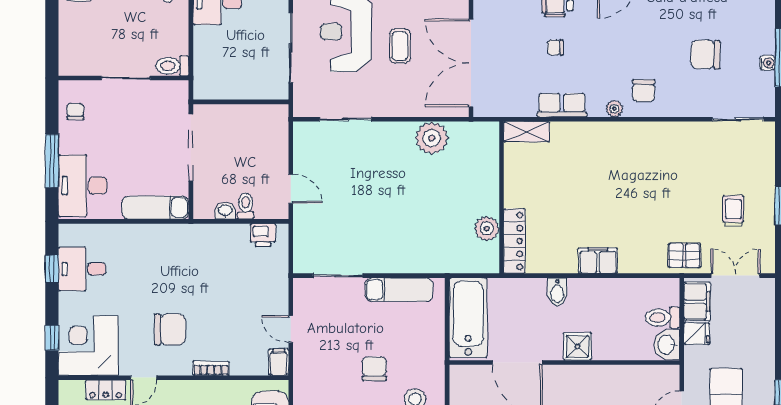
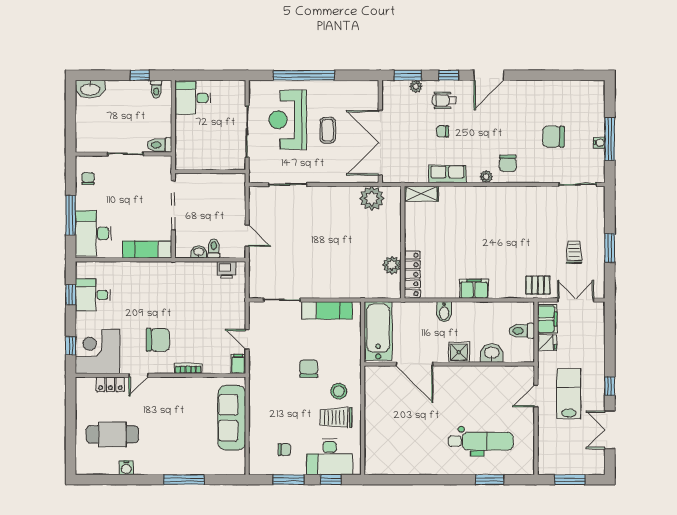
plant: (432, 138) -> (372, 198), moved
washbasin: (667, 345) -> (492, 353), moved, turned 90

